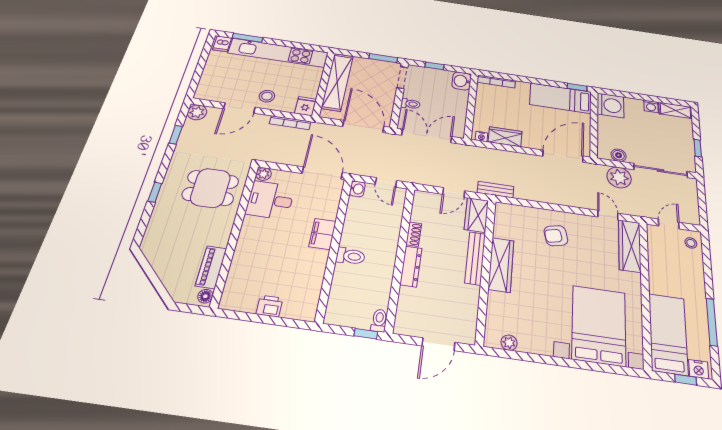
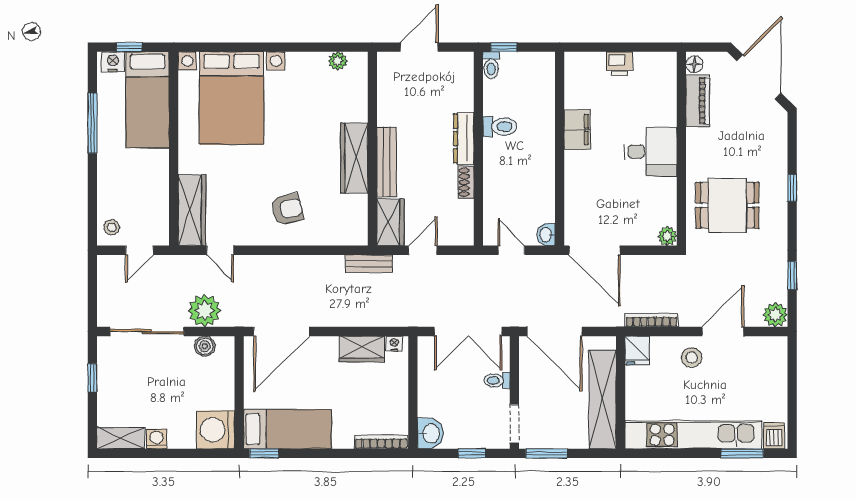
desk: (270, 200) -> (651, 152), moved
filing cabinet: (322, 234) -> (577, 130), moved
toilet: (350, 256) -> (500, 127), moved, turned 180
door: (153, 278) -> (759, 77), added

